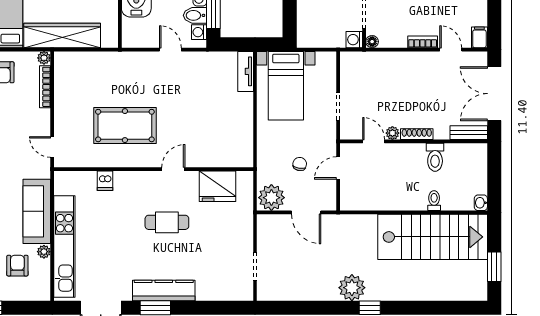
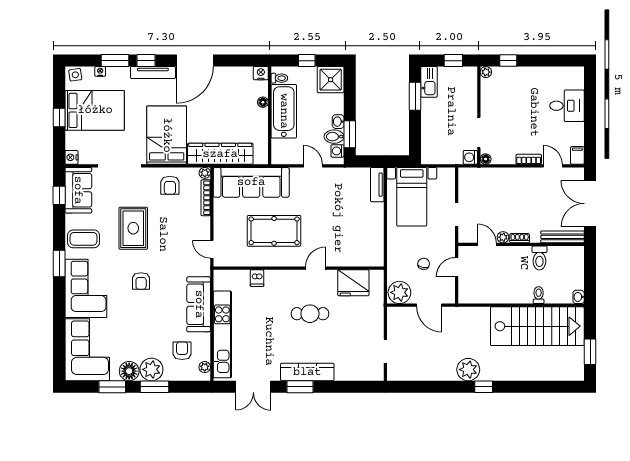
sofa: (98, 69) -> (251, 182), added
bench: (469, 133) -> (562, 237), width x1.36
shoe rack: (417, 134) -> (520, 238), width x0.70
plant: (44, 252) -> (205, 367), moved

